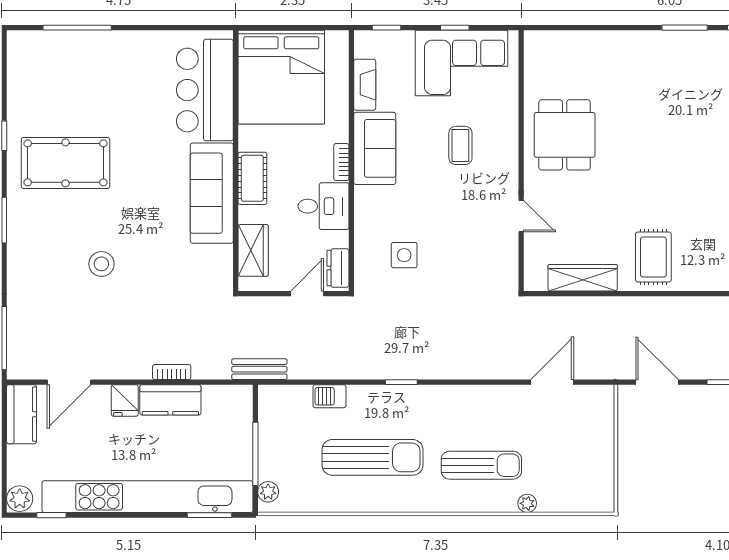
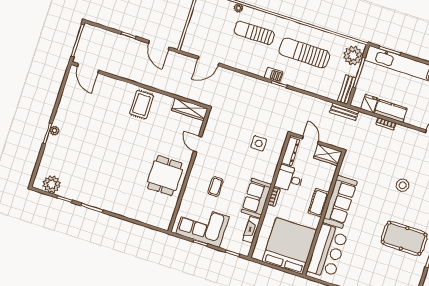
wardrobe: (253, 250) -> (328, 155), moved, turned -90
dresser: (338, 268) -> (291, 151), width x1.44
wardrobe: (583, 278) -> (190, 109), moved
door: (307, 294) -> (310, 140), swing flipped
barbecue: (330, 396) -> (274, 75), moved
fridge: (125, 400) -> (369, 104), moved
bench: (268, 414) -> (347, 89), added
plant: (268, 492) -> (353, 56), width x1.88, depth x1.88

